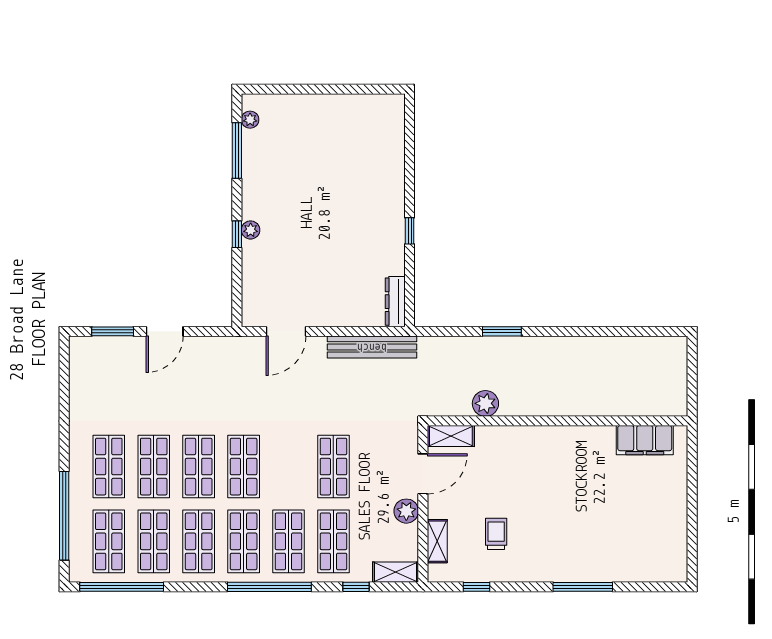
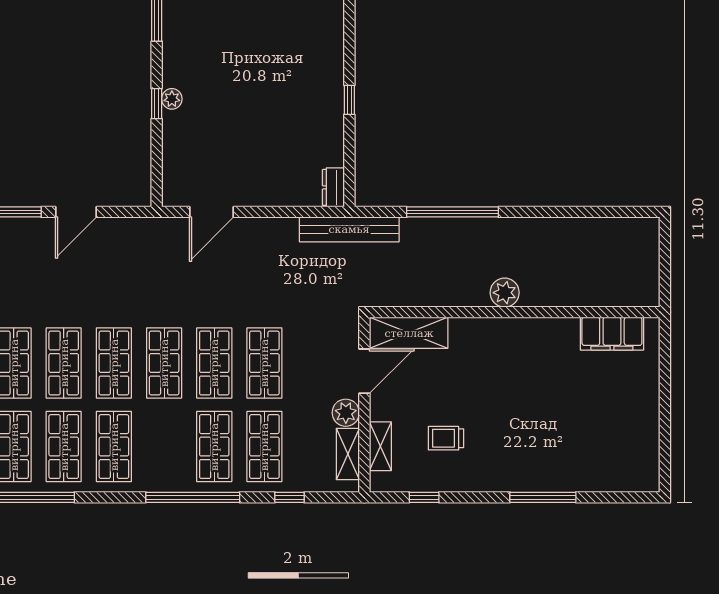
dresser: (395, 302) -> (333, 187), width x0.70
window: (502, 331) -> (452, 212), width x2.11
bench: (372, 347) -> (349, 229), moved
plant: (485, 403) -> (505, 293), moved
shelving: (451, 436) -> (409, 333), width x1.50, depth x1.33
trolley: (496, 534) -> (446, 438), turned -90
shop shelf: (244, 541) -> (214, 363), moved
shelving: (396, 572) -> (348, 454), moved, turned 90

